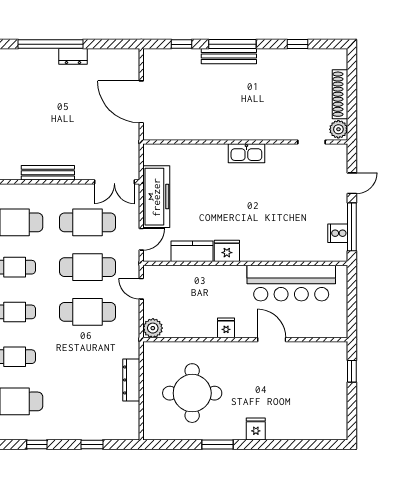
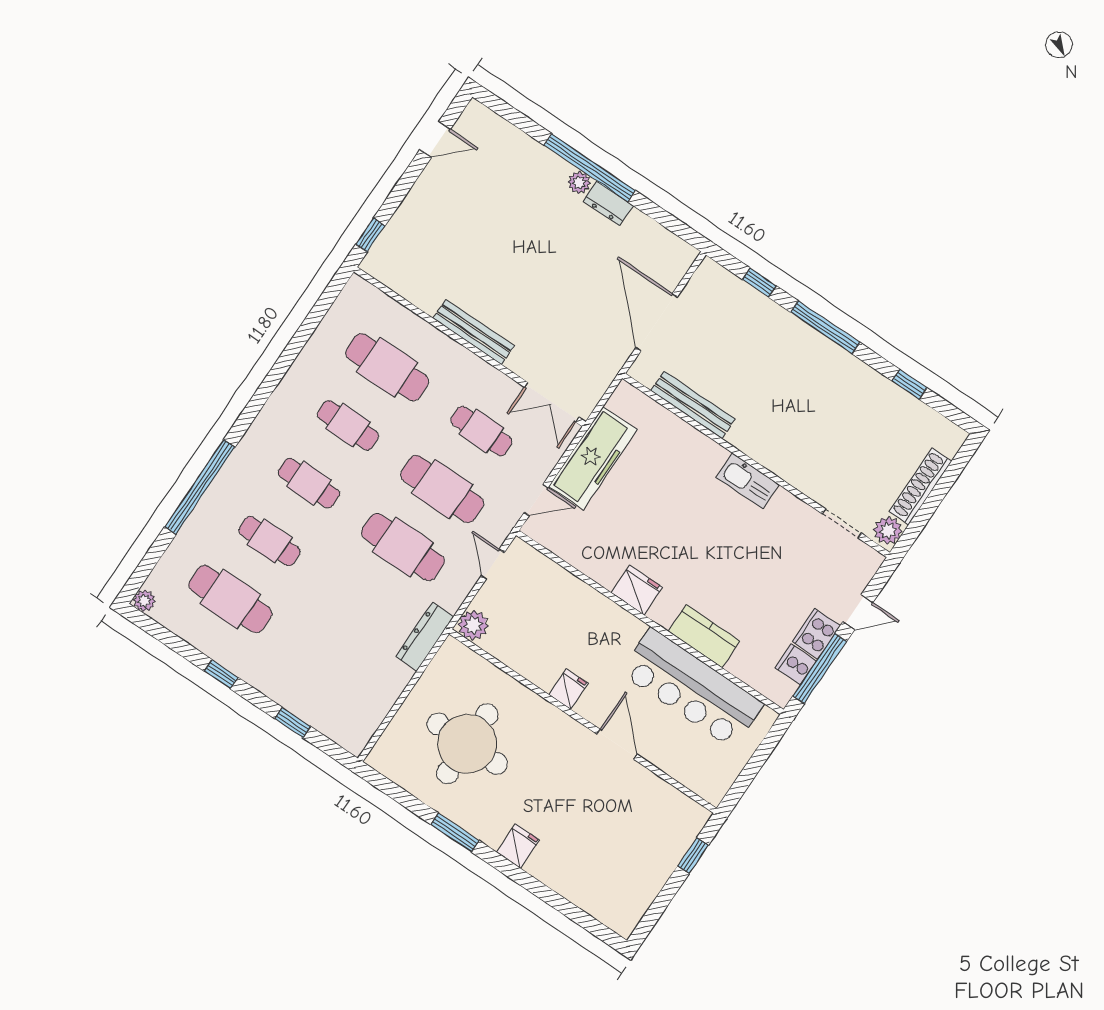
plant: (50, 56) -> (579, 183), added
bench: (229, 56) -> (693, 405), moved
cooker: (338, 210) -> (816, 634), added
cafe table: (88, 222) -> (481, 431), width x0.73, depth x0.74
kitchen counter: (192, 251) -> (704, 636), moved
dresser: (131, 380) -> (425, 637), moved

